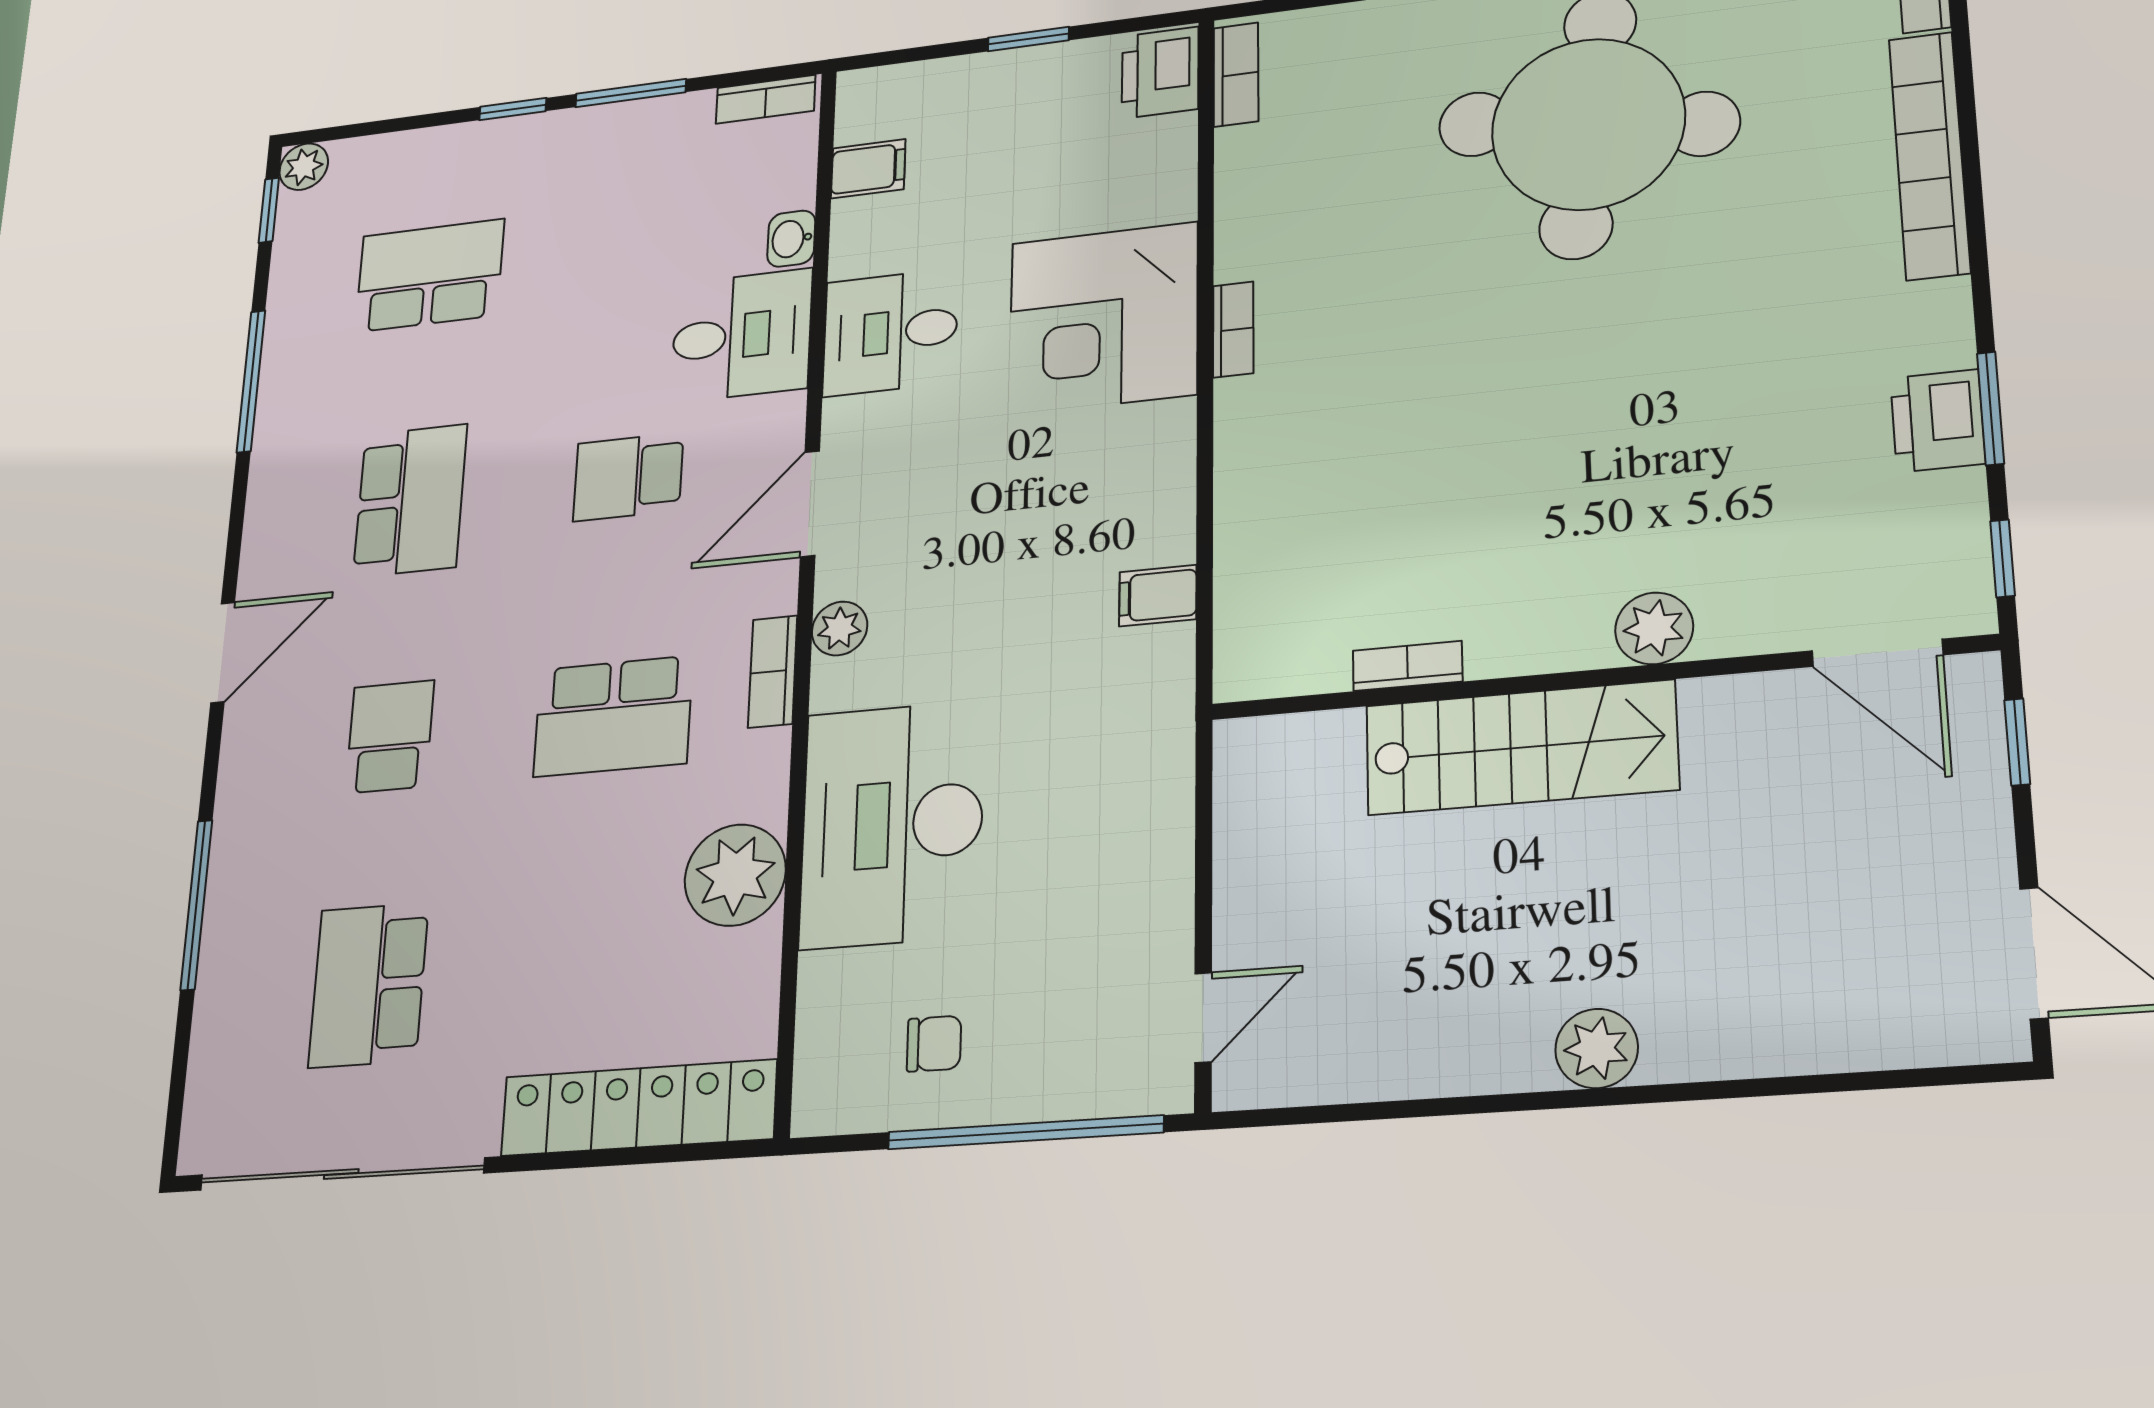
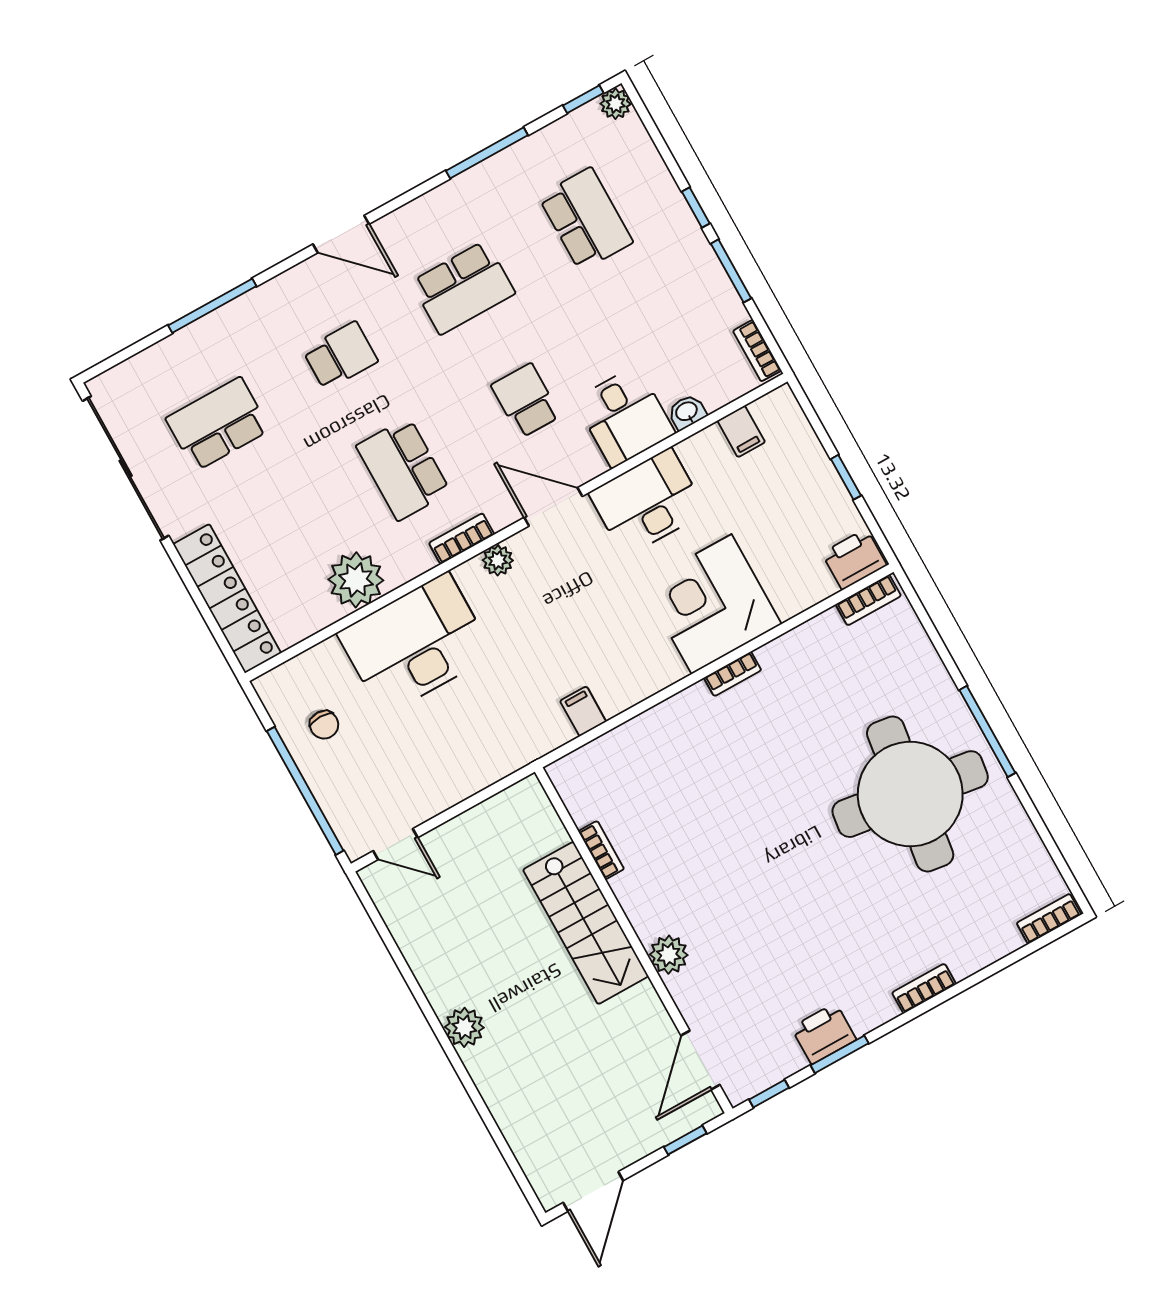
bookcase: (1929, 155) -> (924, 989), width x0.43, depth x0.76
desk: (890, 332) -> (648, 502), width x1.37

